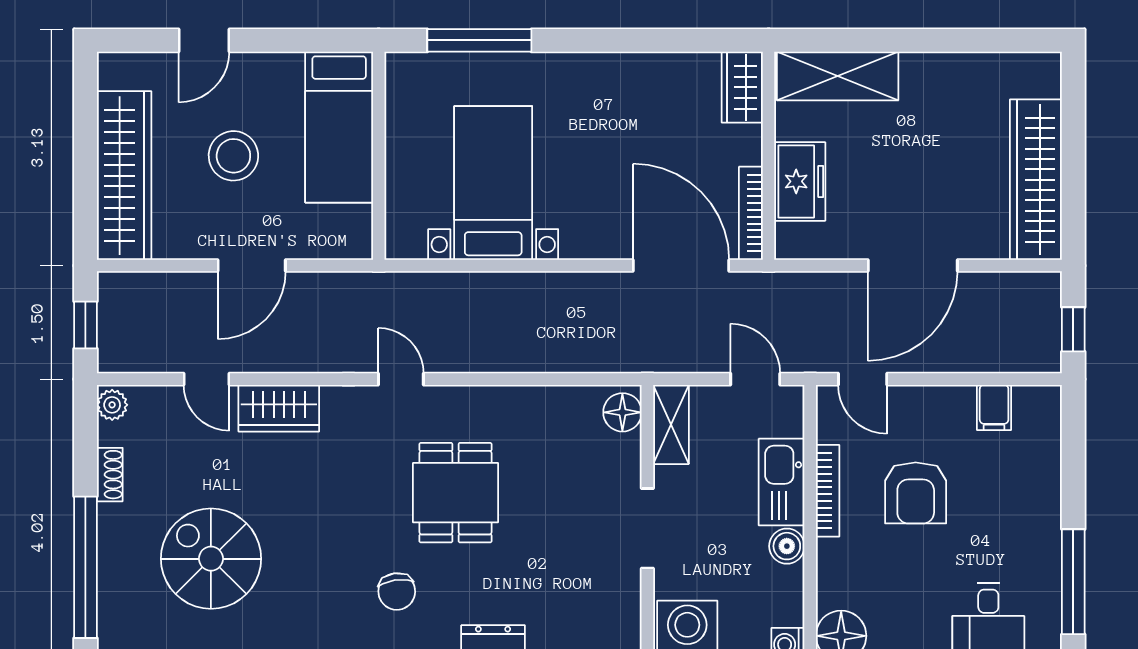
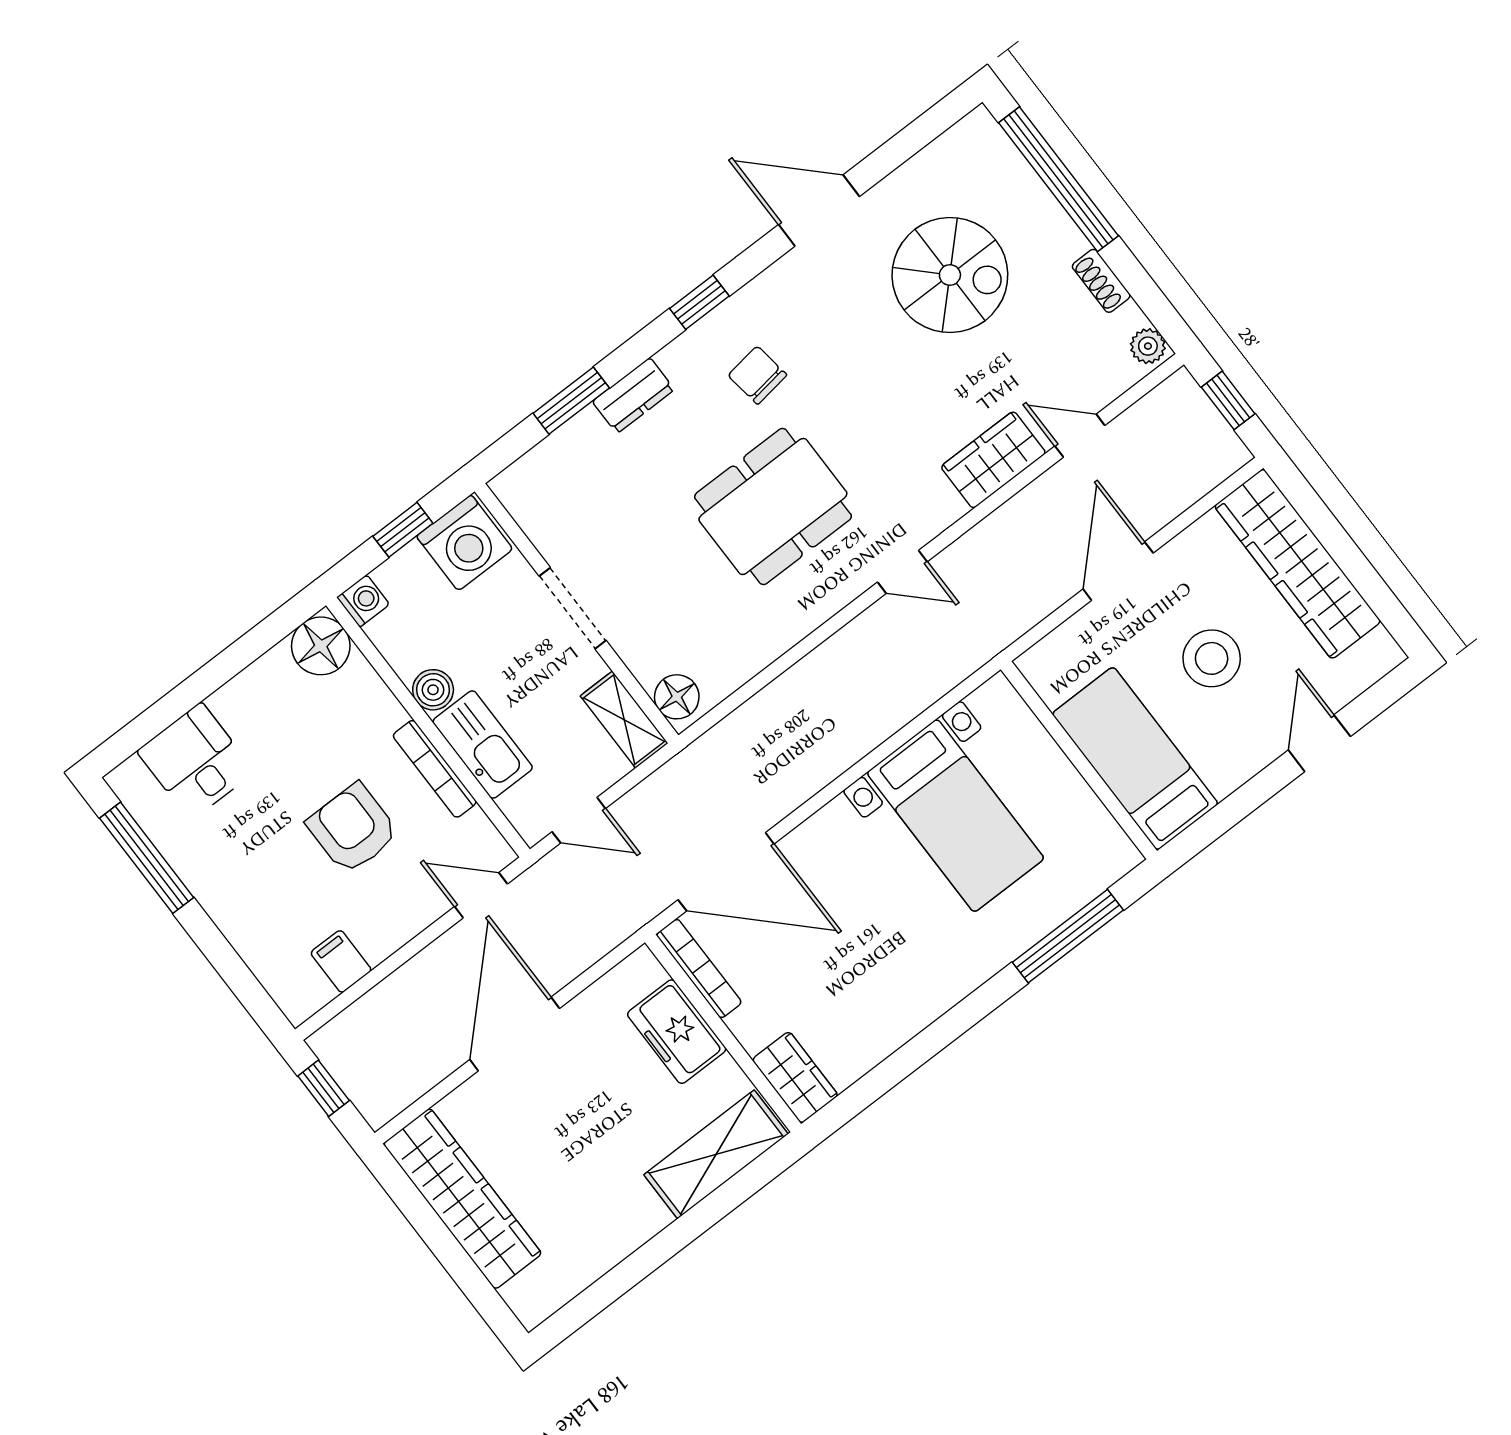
dining table: (455, 493) -> (773, 507), width x1.37

